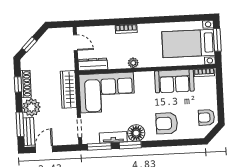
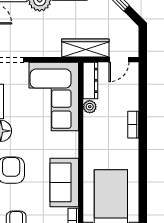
plant: (133, 63) -> (90, 107), moved
wardrobe: (69, 89) -> (85, 48), moved

